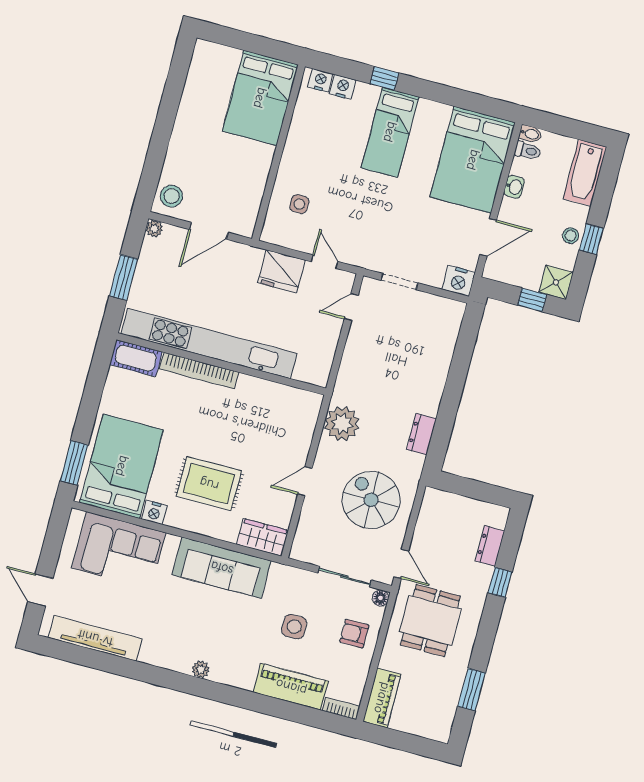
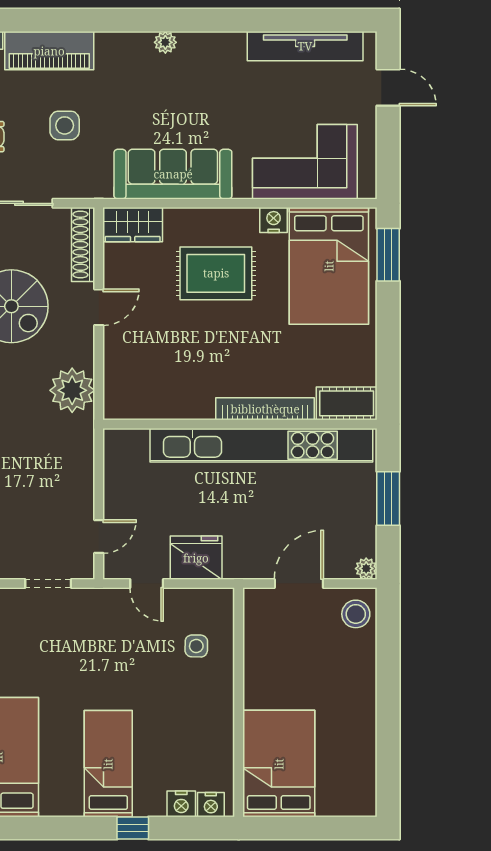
shoe rack: (304, 532) -> (83, 245), added

